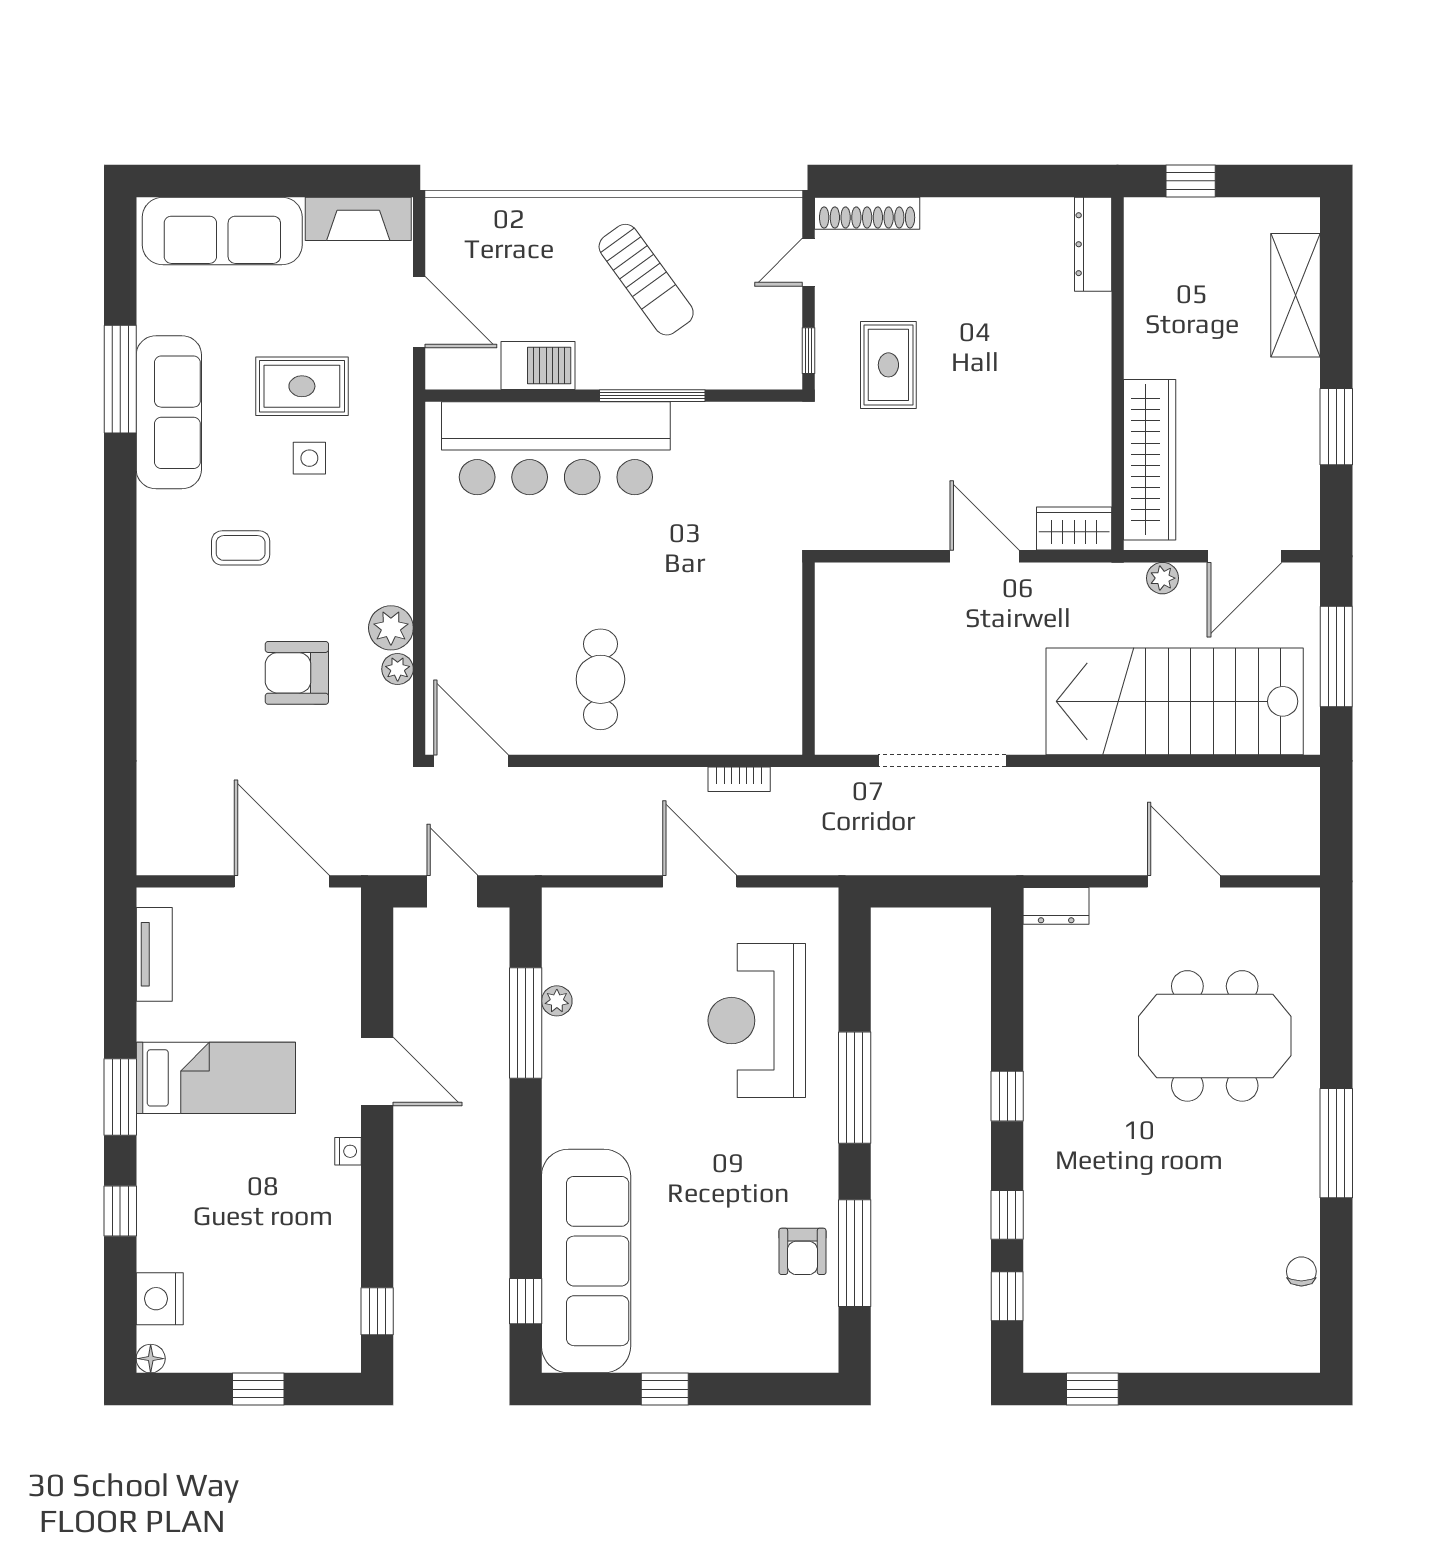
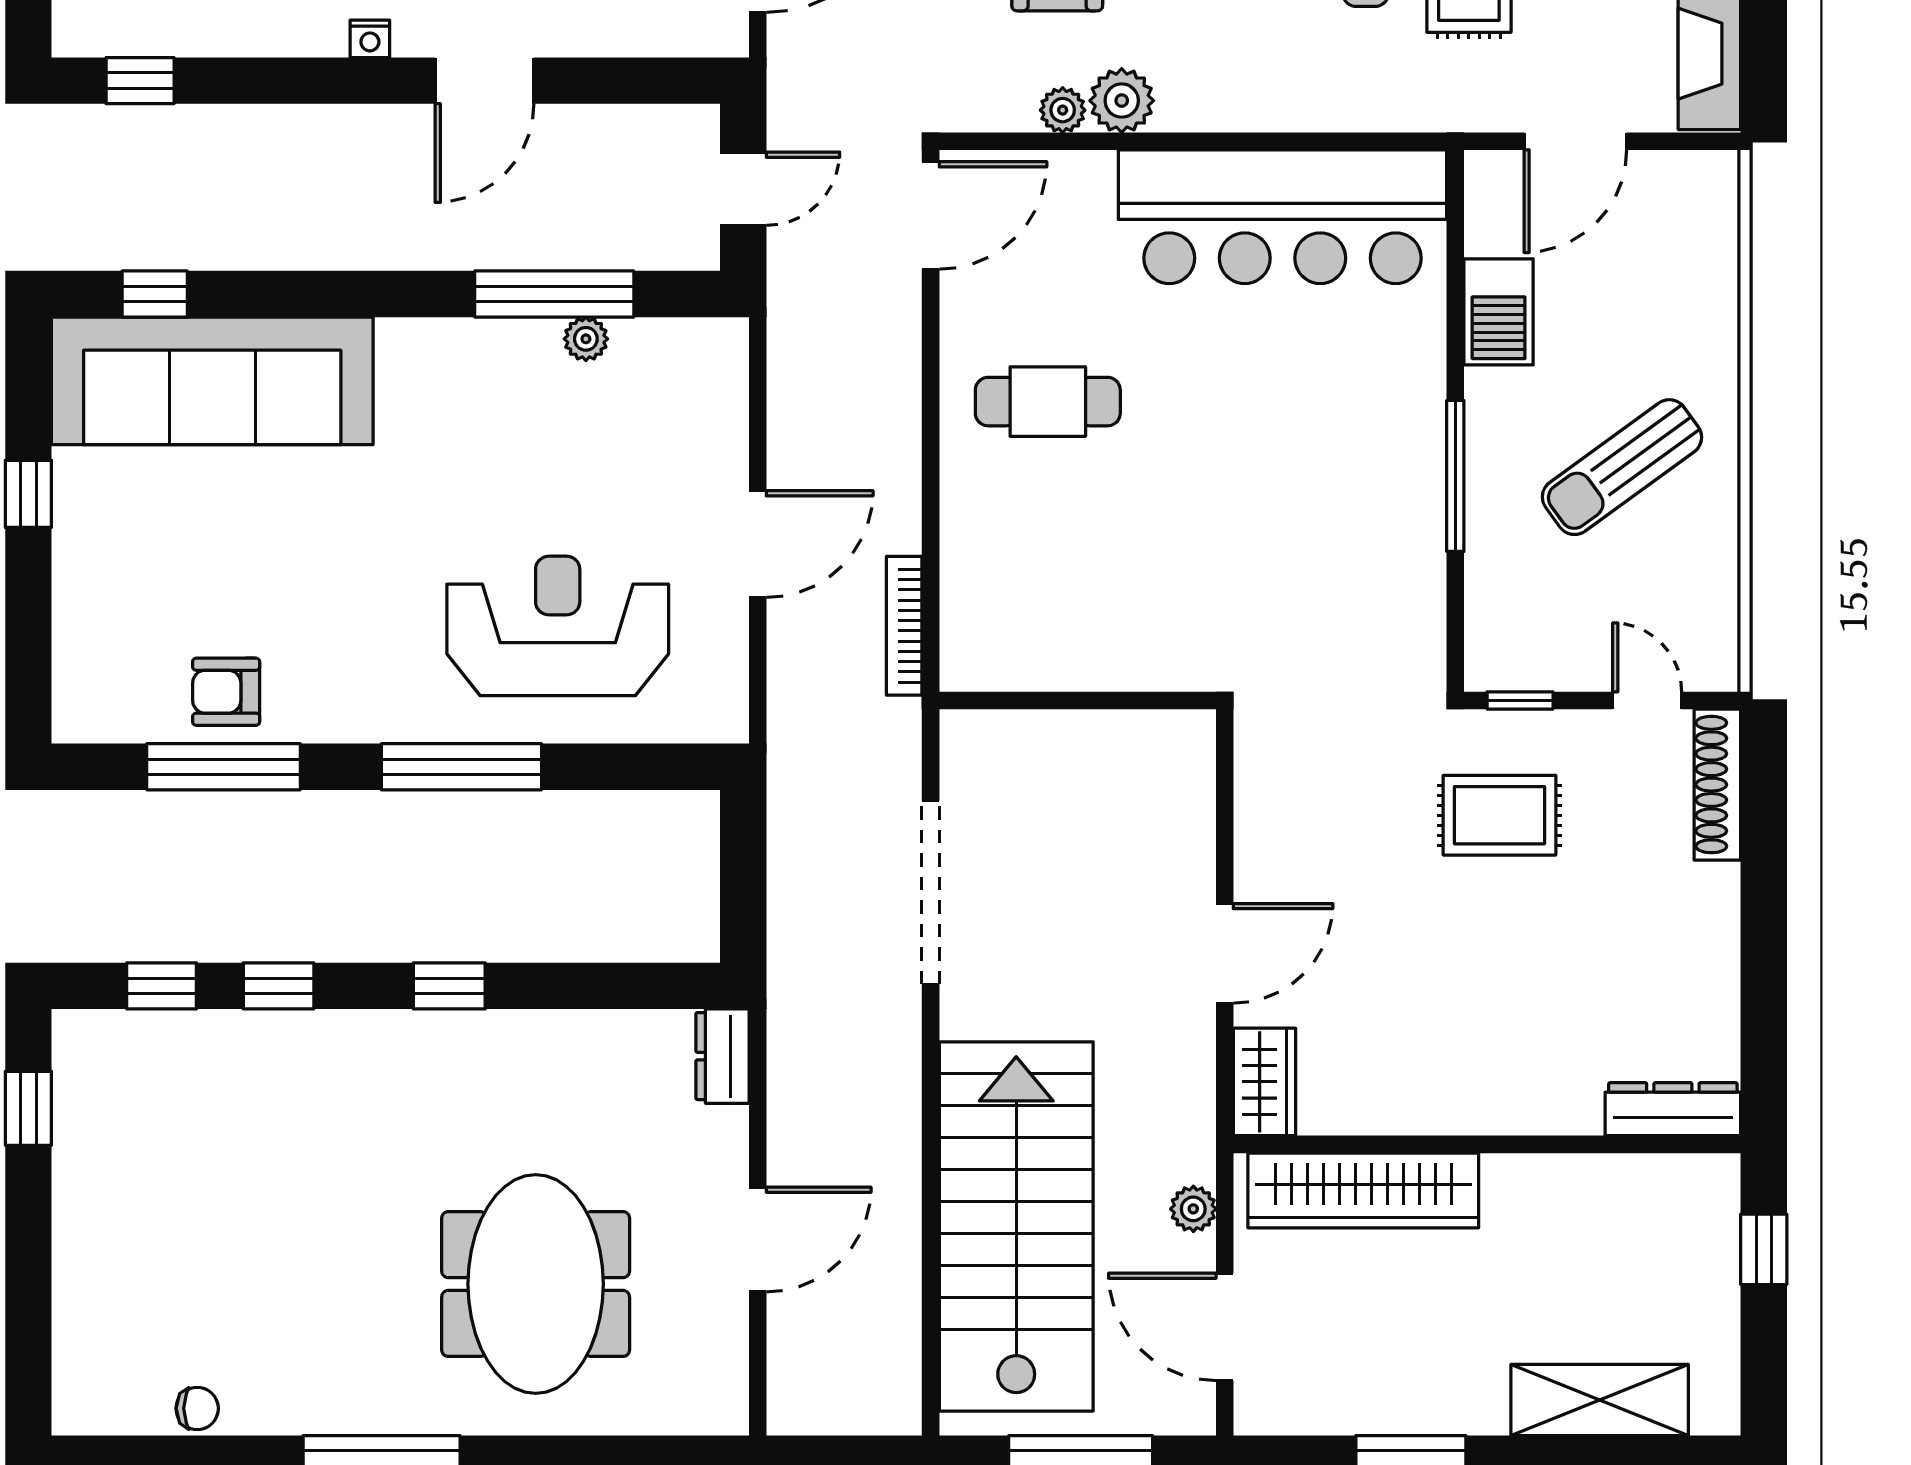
bar counter: (556, 448) -> (1283, 217), moved, turned -90
bookcase: (739, 779) -> (904, 626), width x1.56

